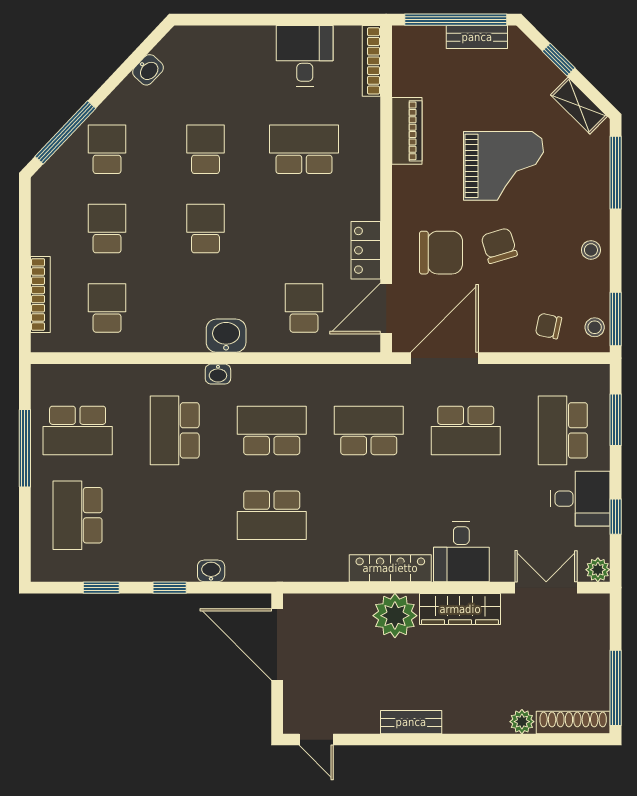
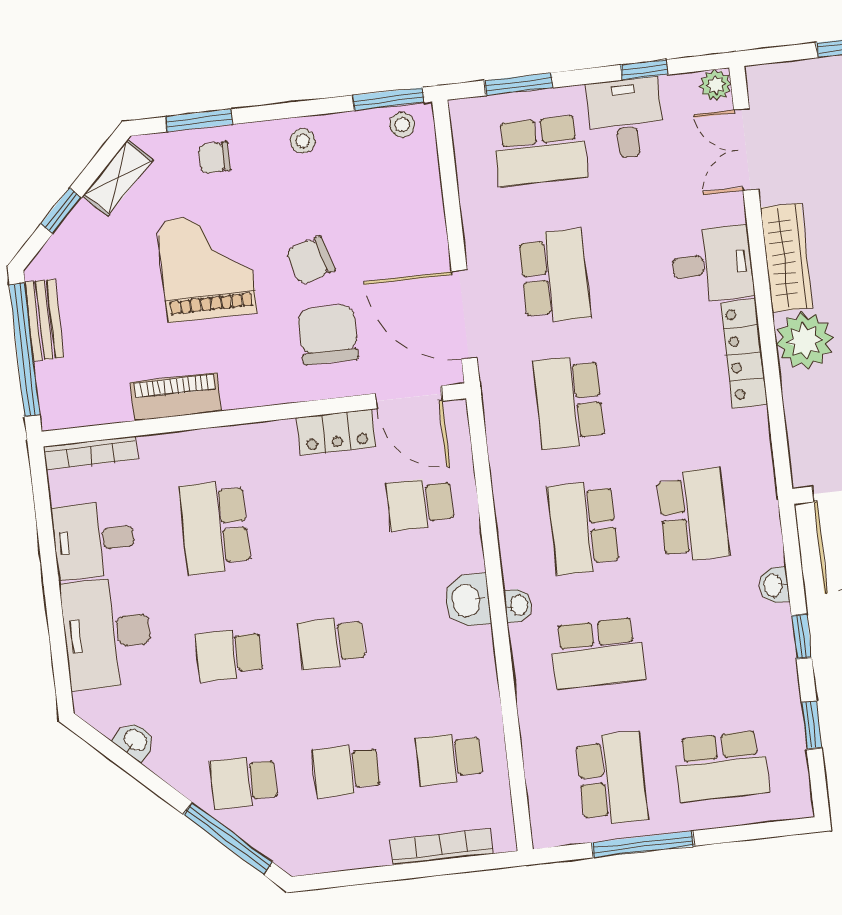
desk: (233, 58) -> (107, 633), added
window: (616, 173) -> (199, 120), width x0.69
chair: (548, 326) -> (214, 158), moved, turned 77

